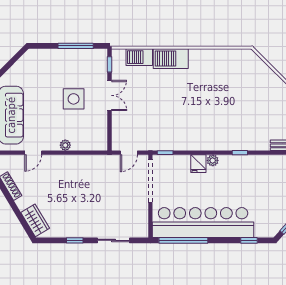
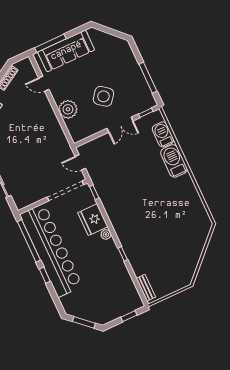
side table: (74, 99) -> (103, 96), turned 38
plant: (65, 145) -> (68, 109), width x1.87, depth x1.87
fridge: (198, 164) -> (93, 220), width x1.88, depth x1.34
window: (249, 240) -> (45, 275), moved

